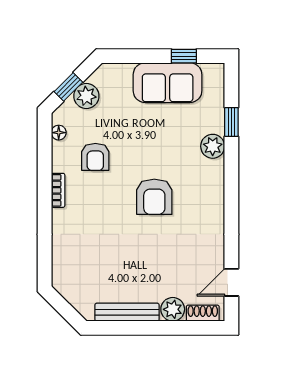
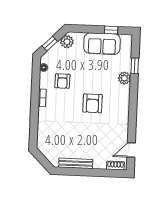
plant: (86, 96) -> (67, 42), moved
plant: (173, 309) -> (100, 163), removed

